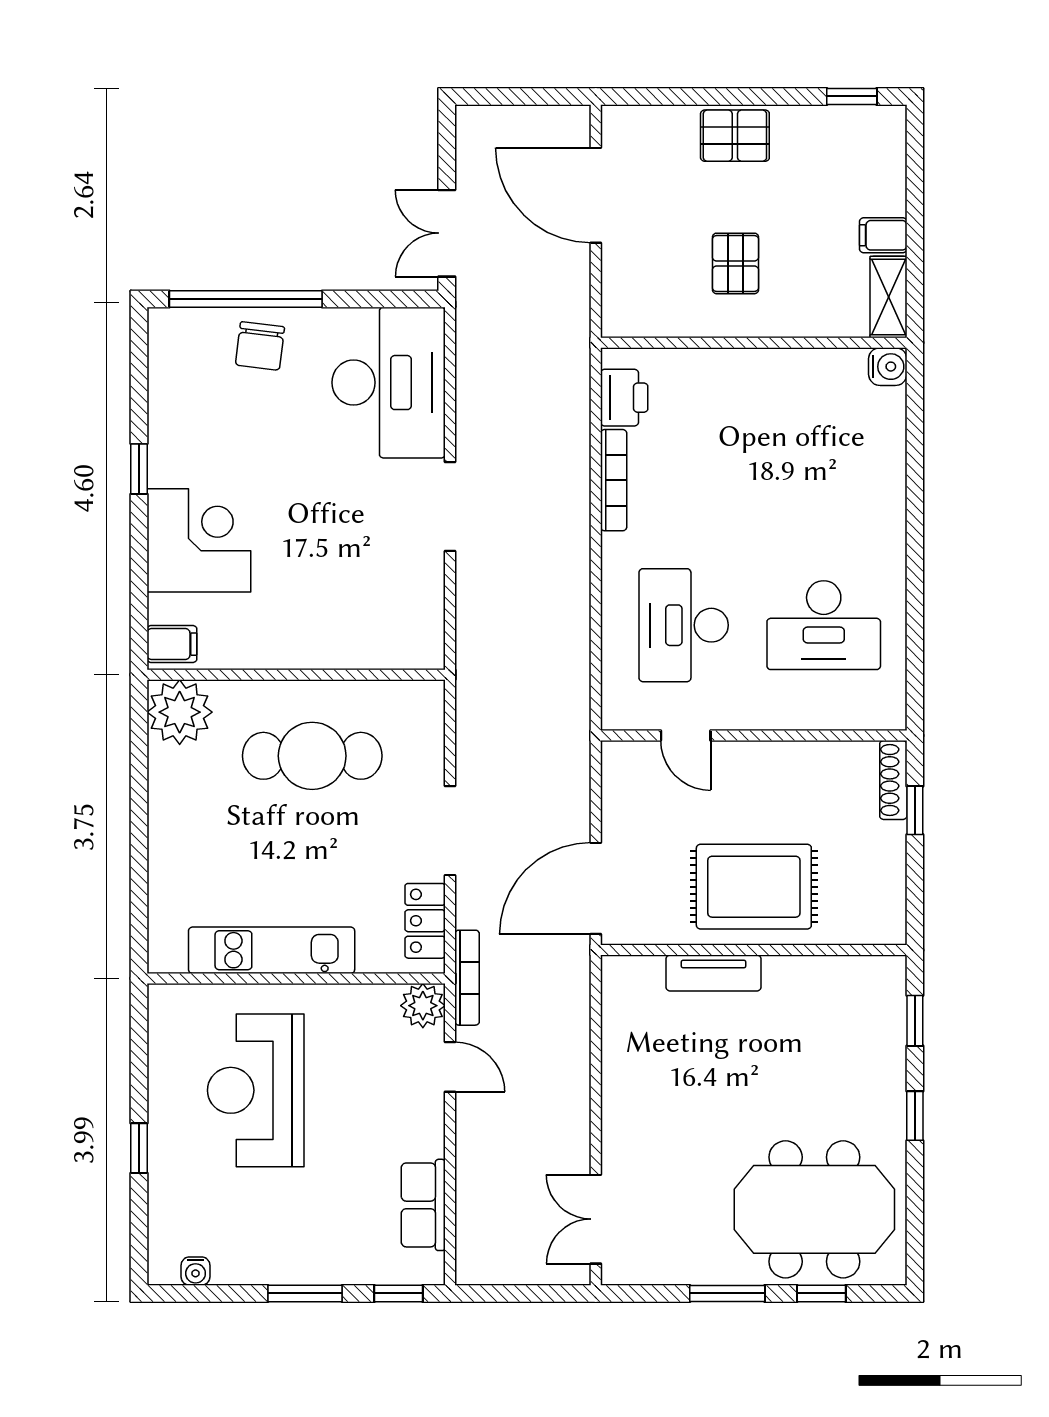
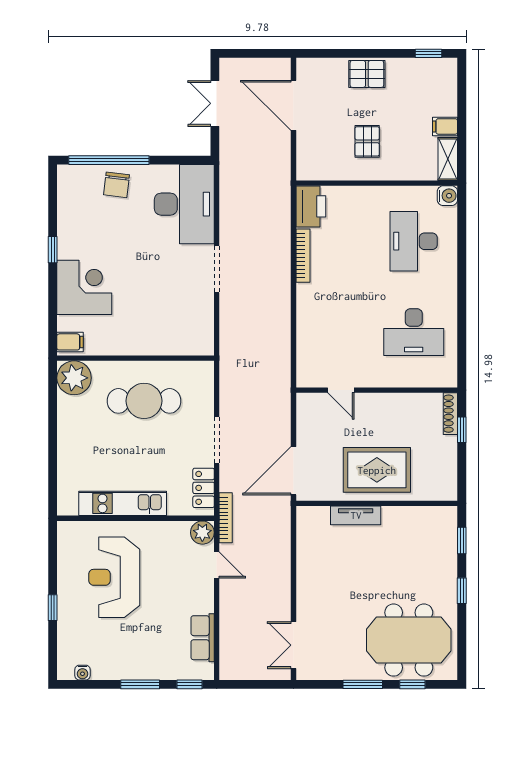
double door: (447, 233) -> (215, 103), moved
printer: (624, 398) -> (311, 206), width x1.37, depth x1.19
desk: (684, 625) -> (414, 241), moved

